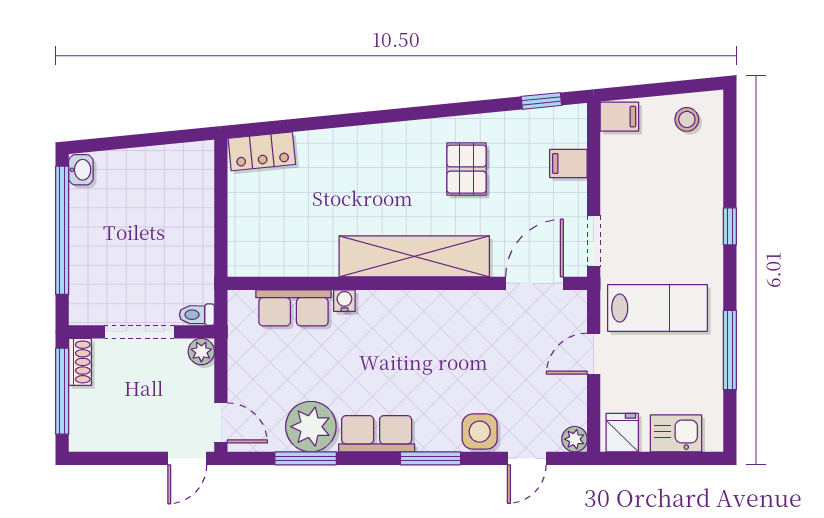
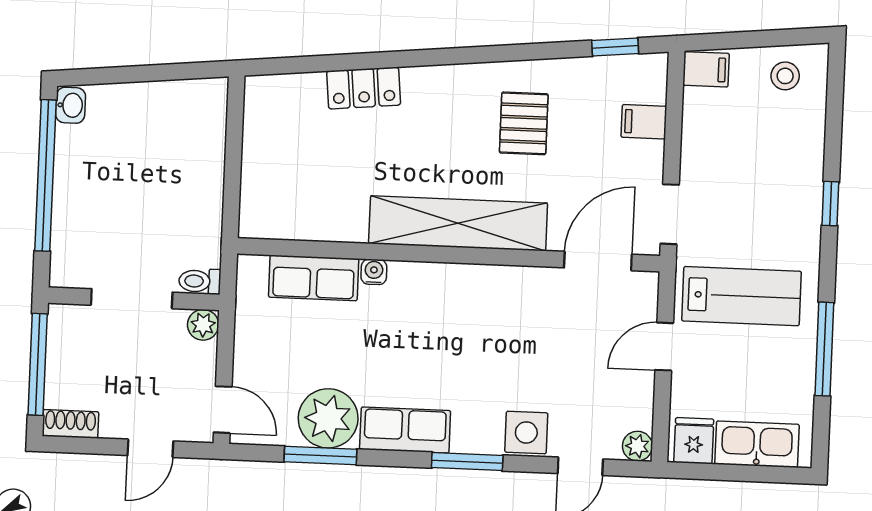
locker: (262, 151) -> (364, 88), moved
shoe rack: (80, 362) -> (70, 424), moved, turned -90
kitchen sink: (676, 433) -> (757, 444), width x1.38
door: (187, 458) -> (150, 448), moved

